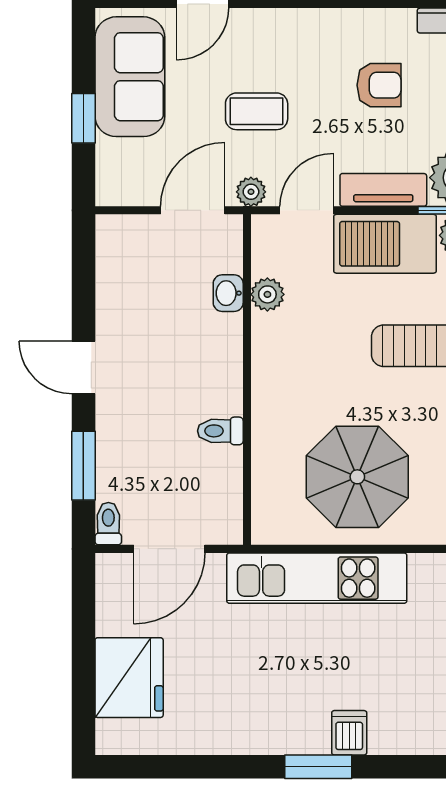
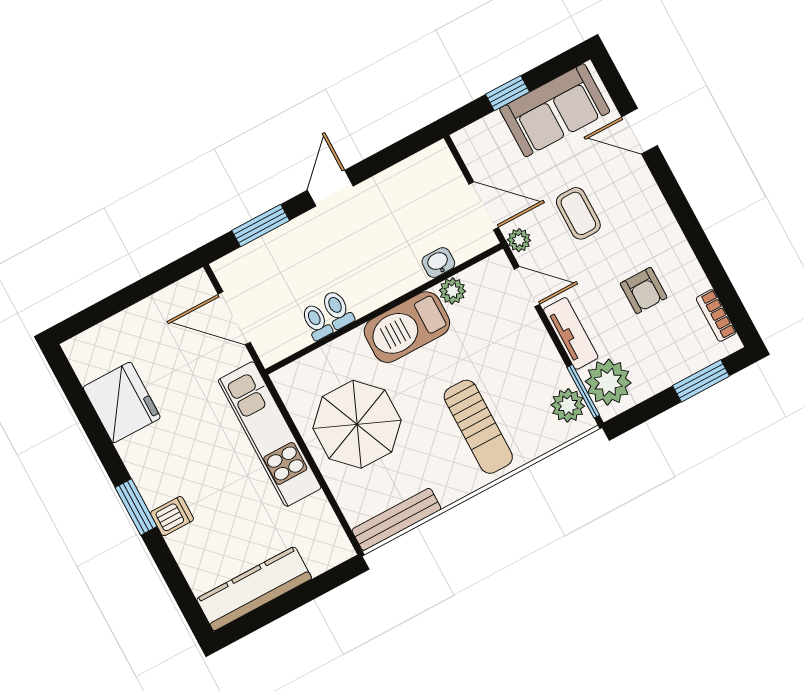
barbecue: (385, 244) -> (407, 327), moved, turned -90
toilet: (108, 524) -> (317, 322), moved, turned -90
fridge: (129, 678) -> (122, 402), moved, turned -90

